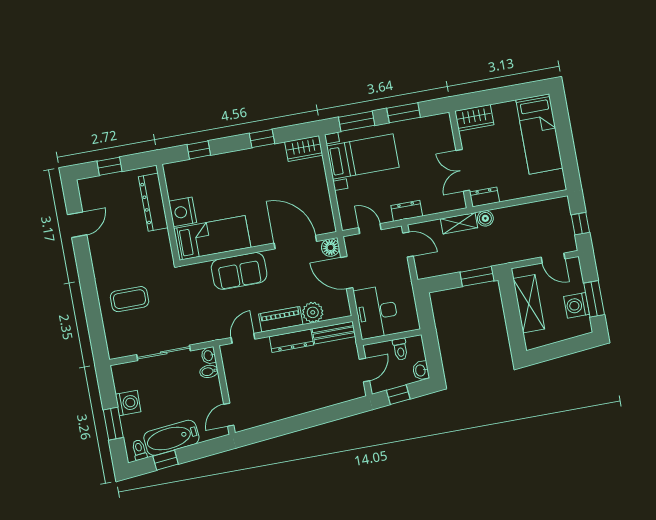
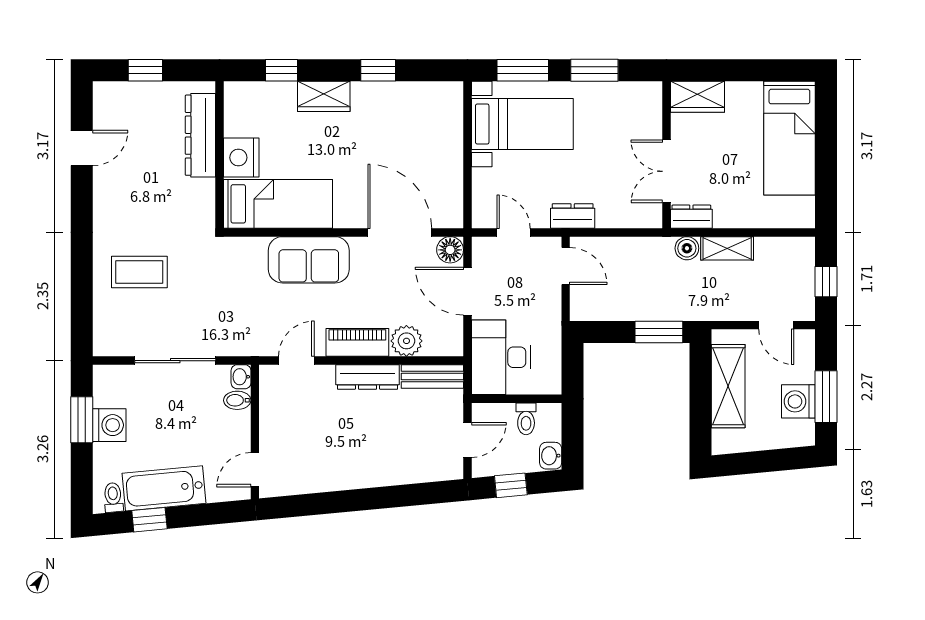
wardrobe: (304, 149) -> (324, 96), moved
shelving: (459, 223) -> (727, 248), moved
window: (113, 424) -> (82, 420), moved

